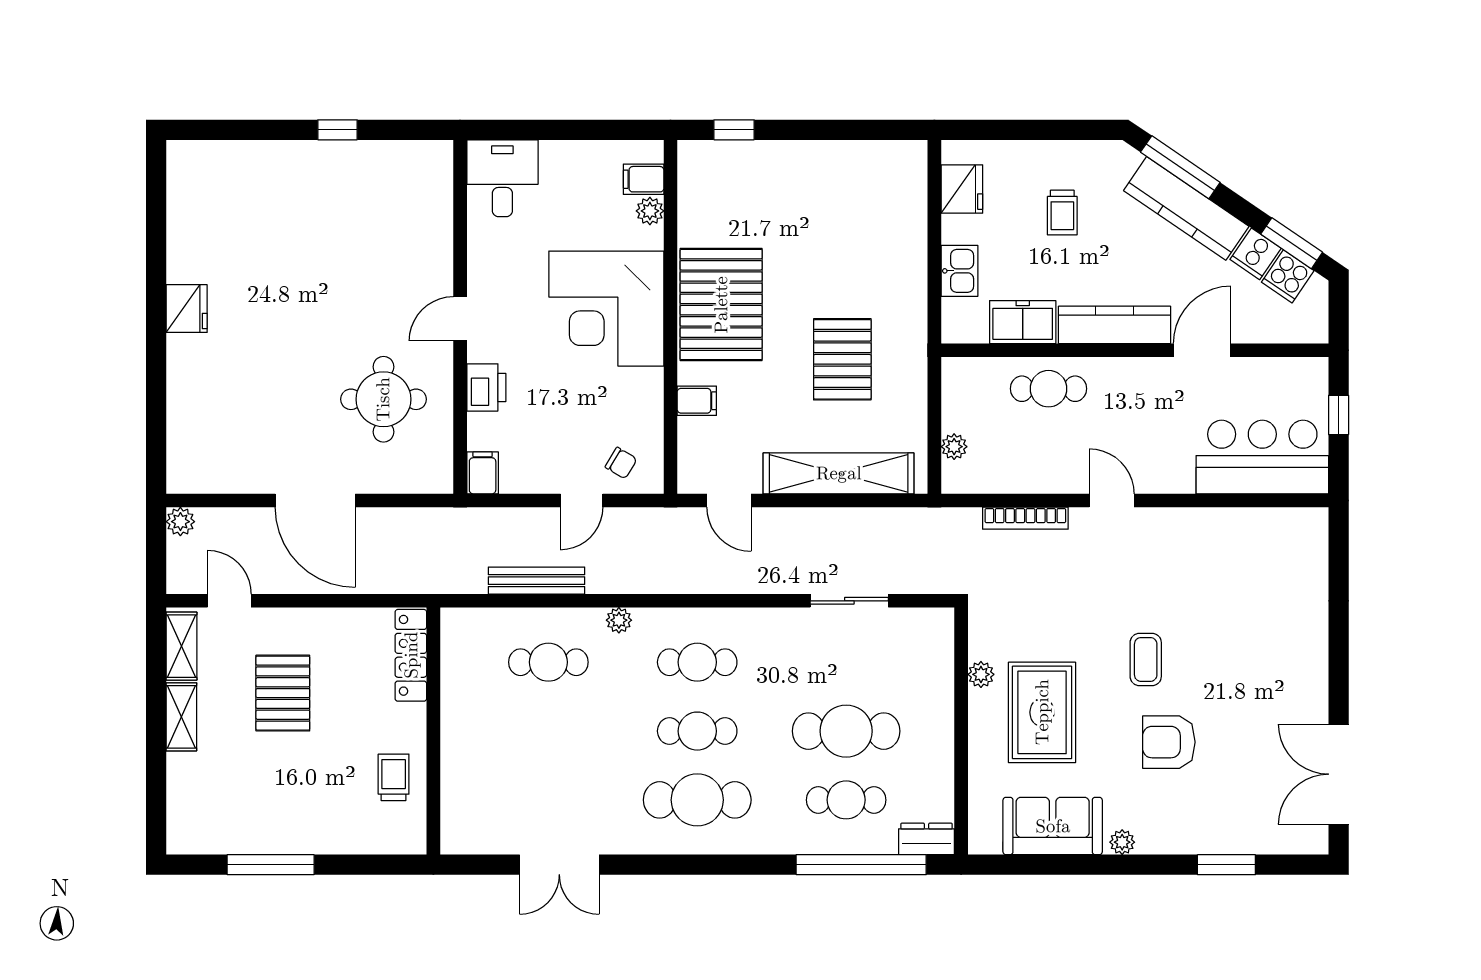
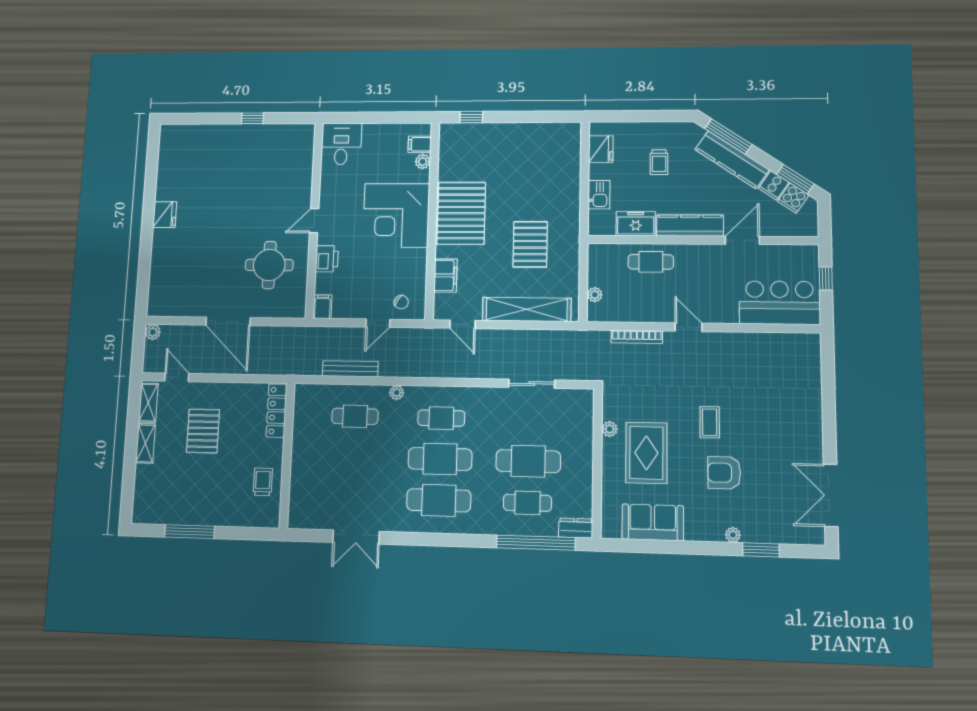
filing cabinet: (697, 401) -> (445, 275), width x2.00
cafe table: (697, 731) -> (440, 459), width x1.37, depth x1.35
plant: (1122, 842) -> (733, 535), moved

